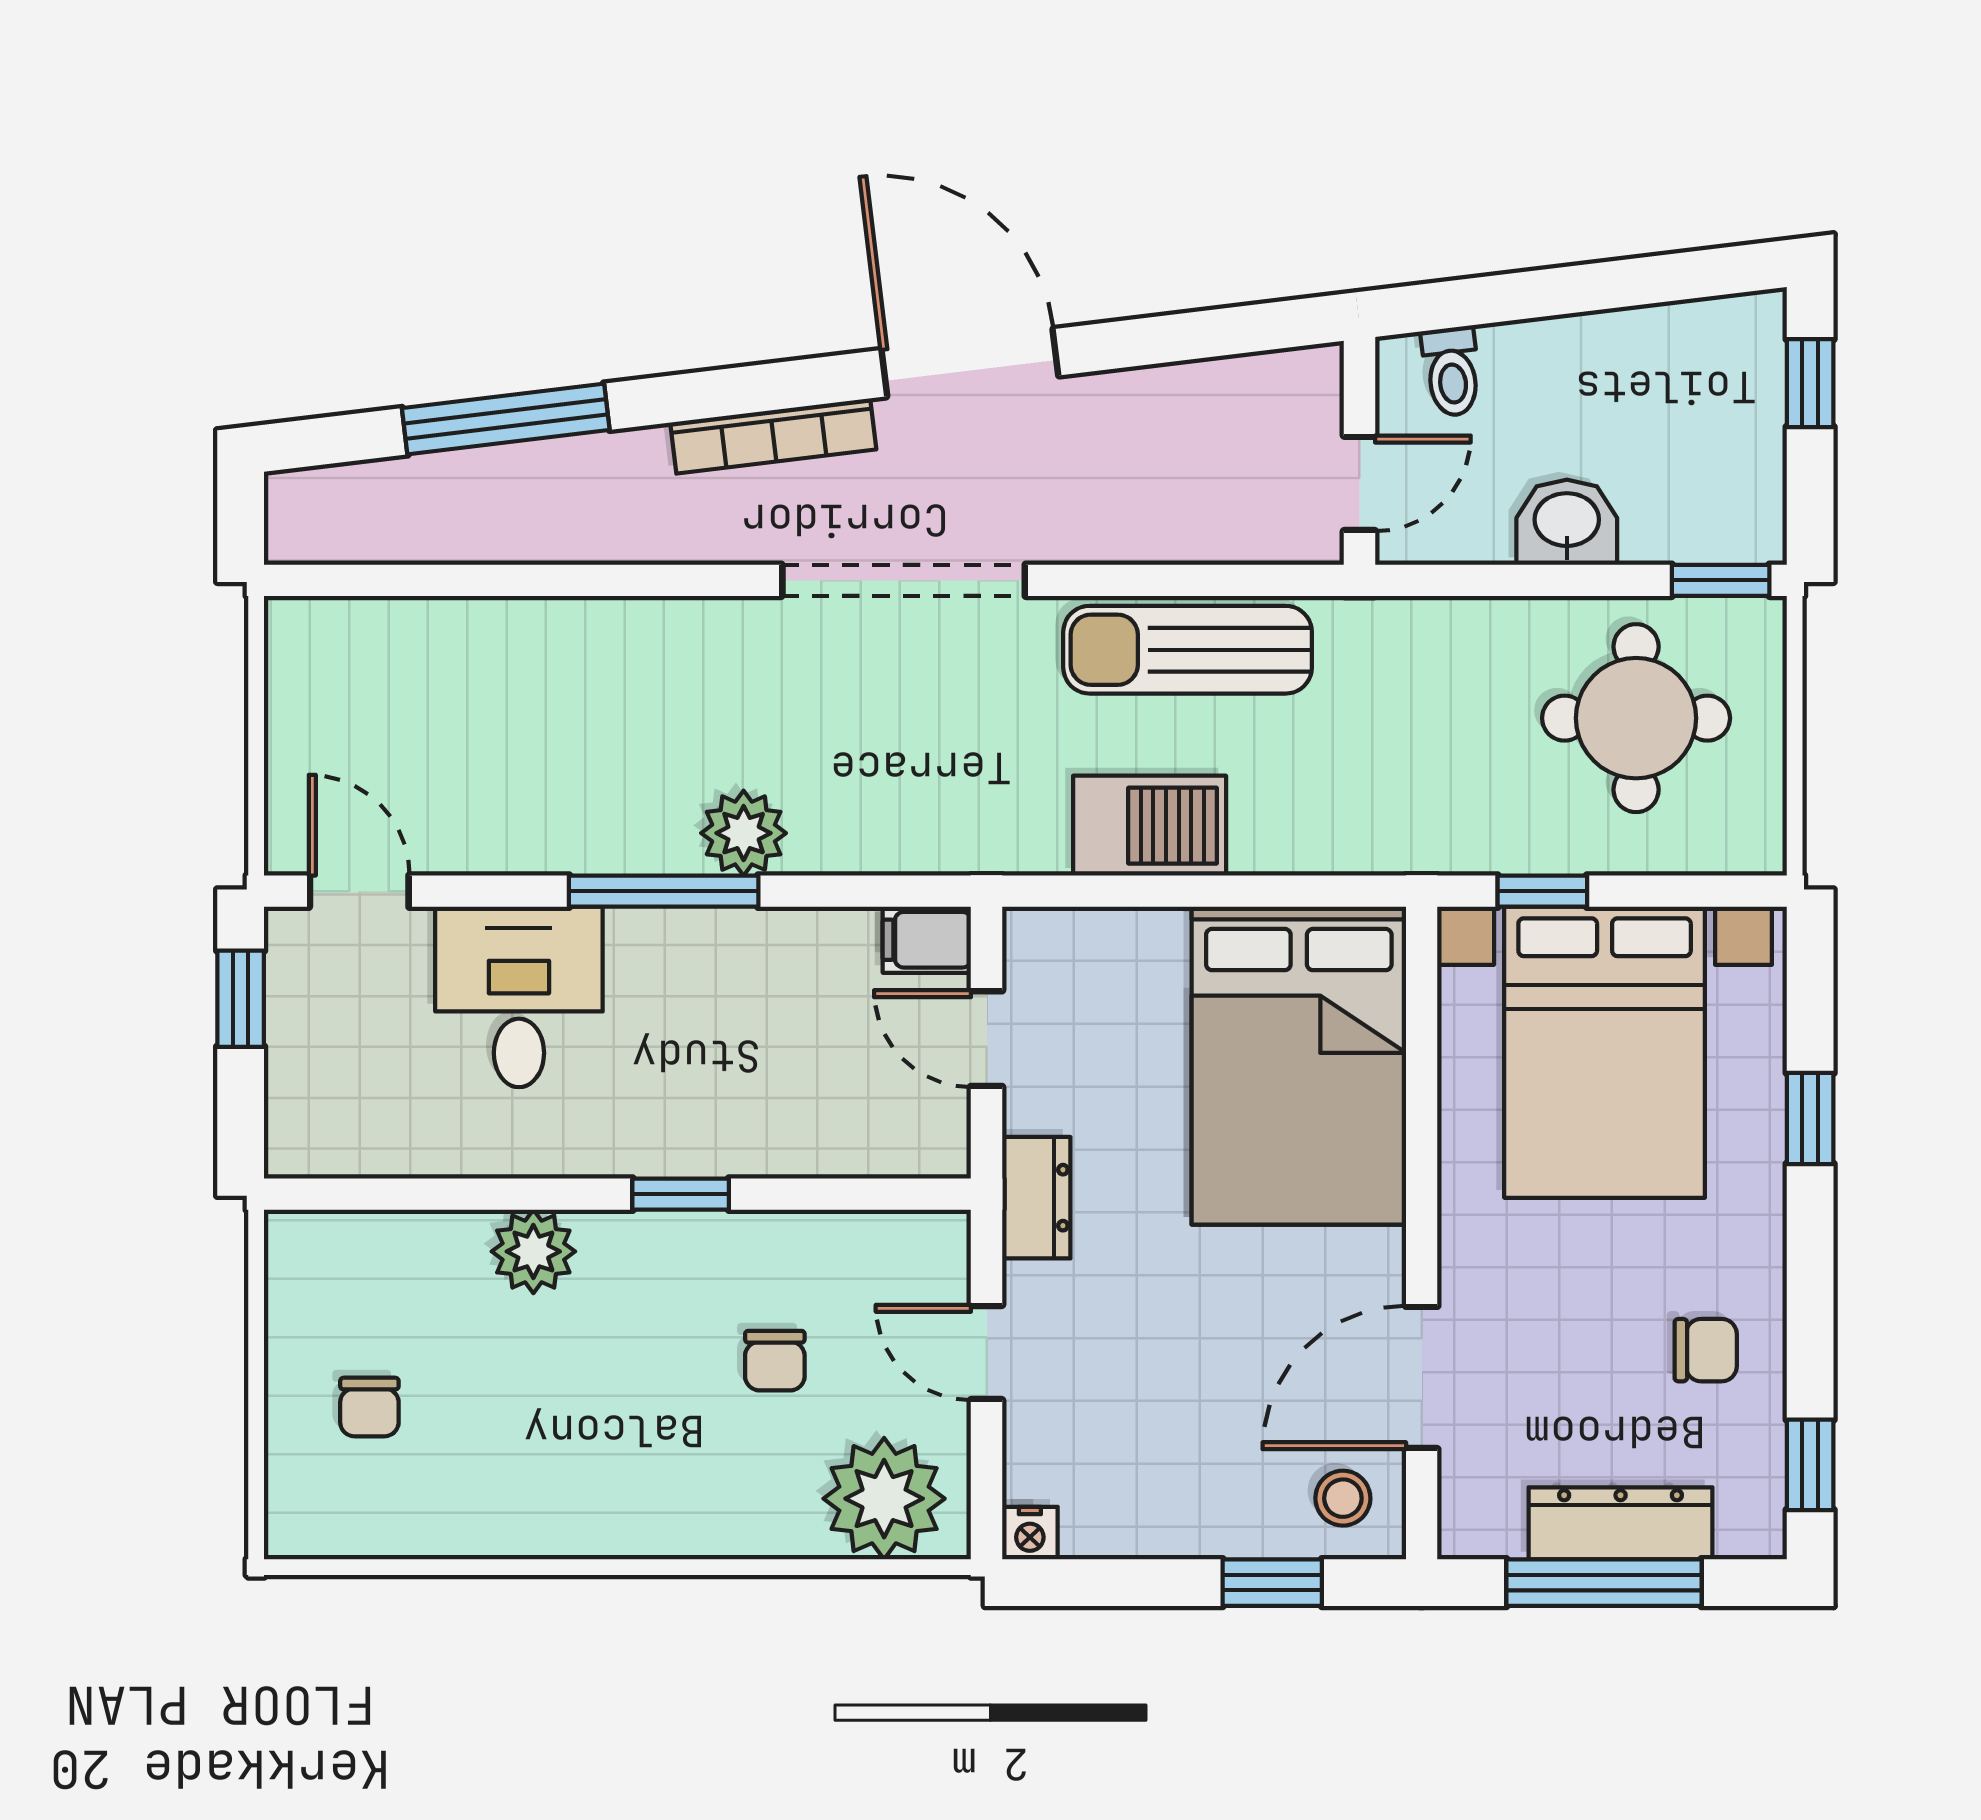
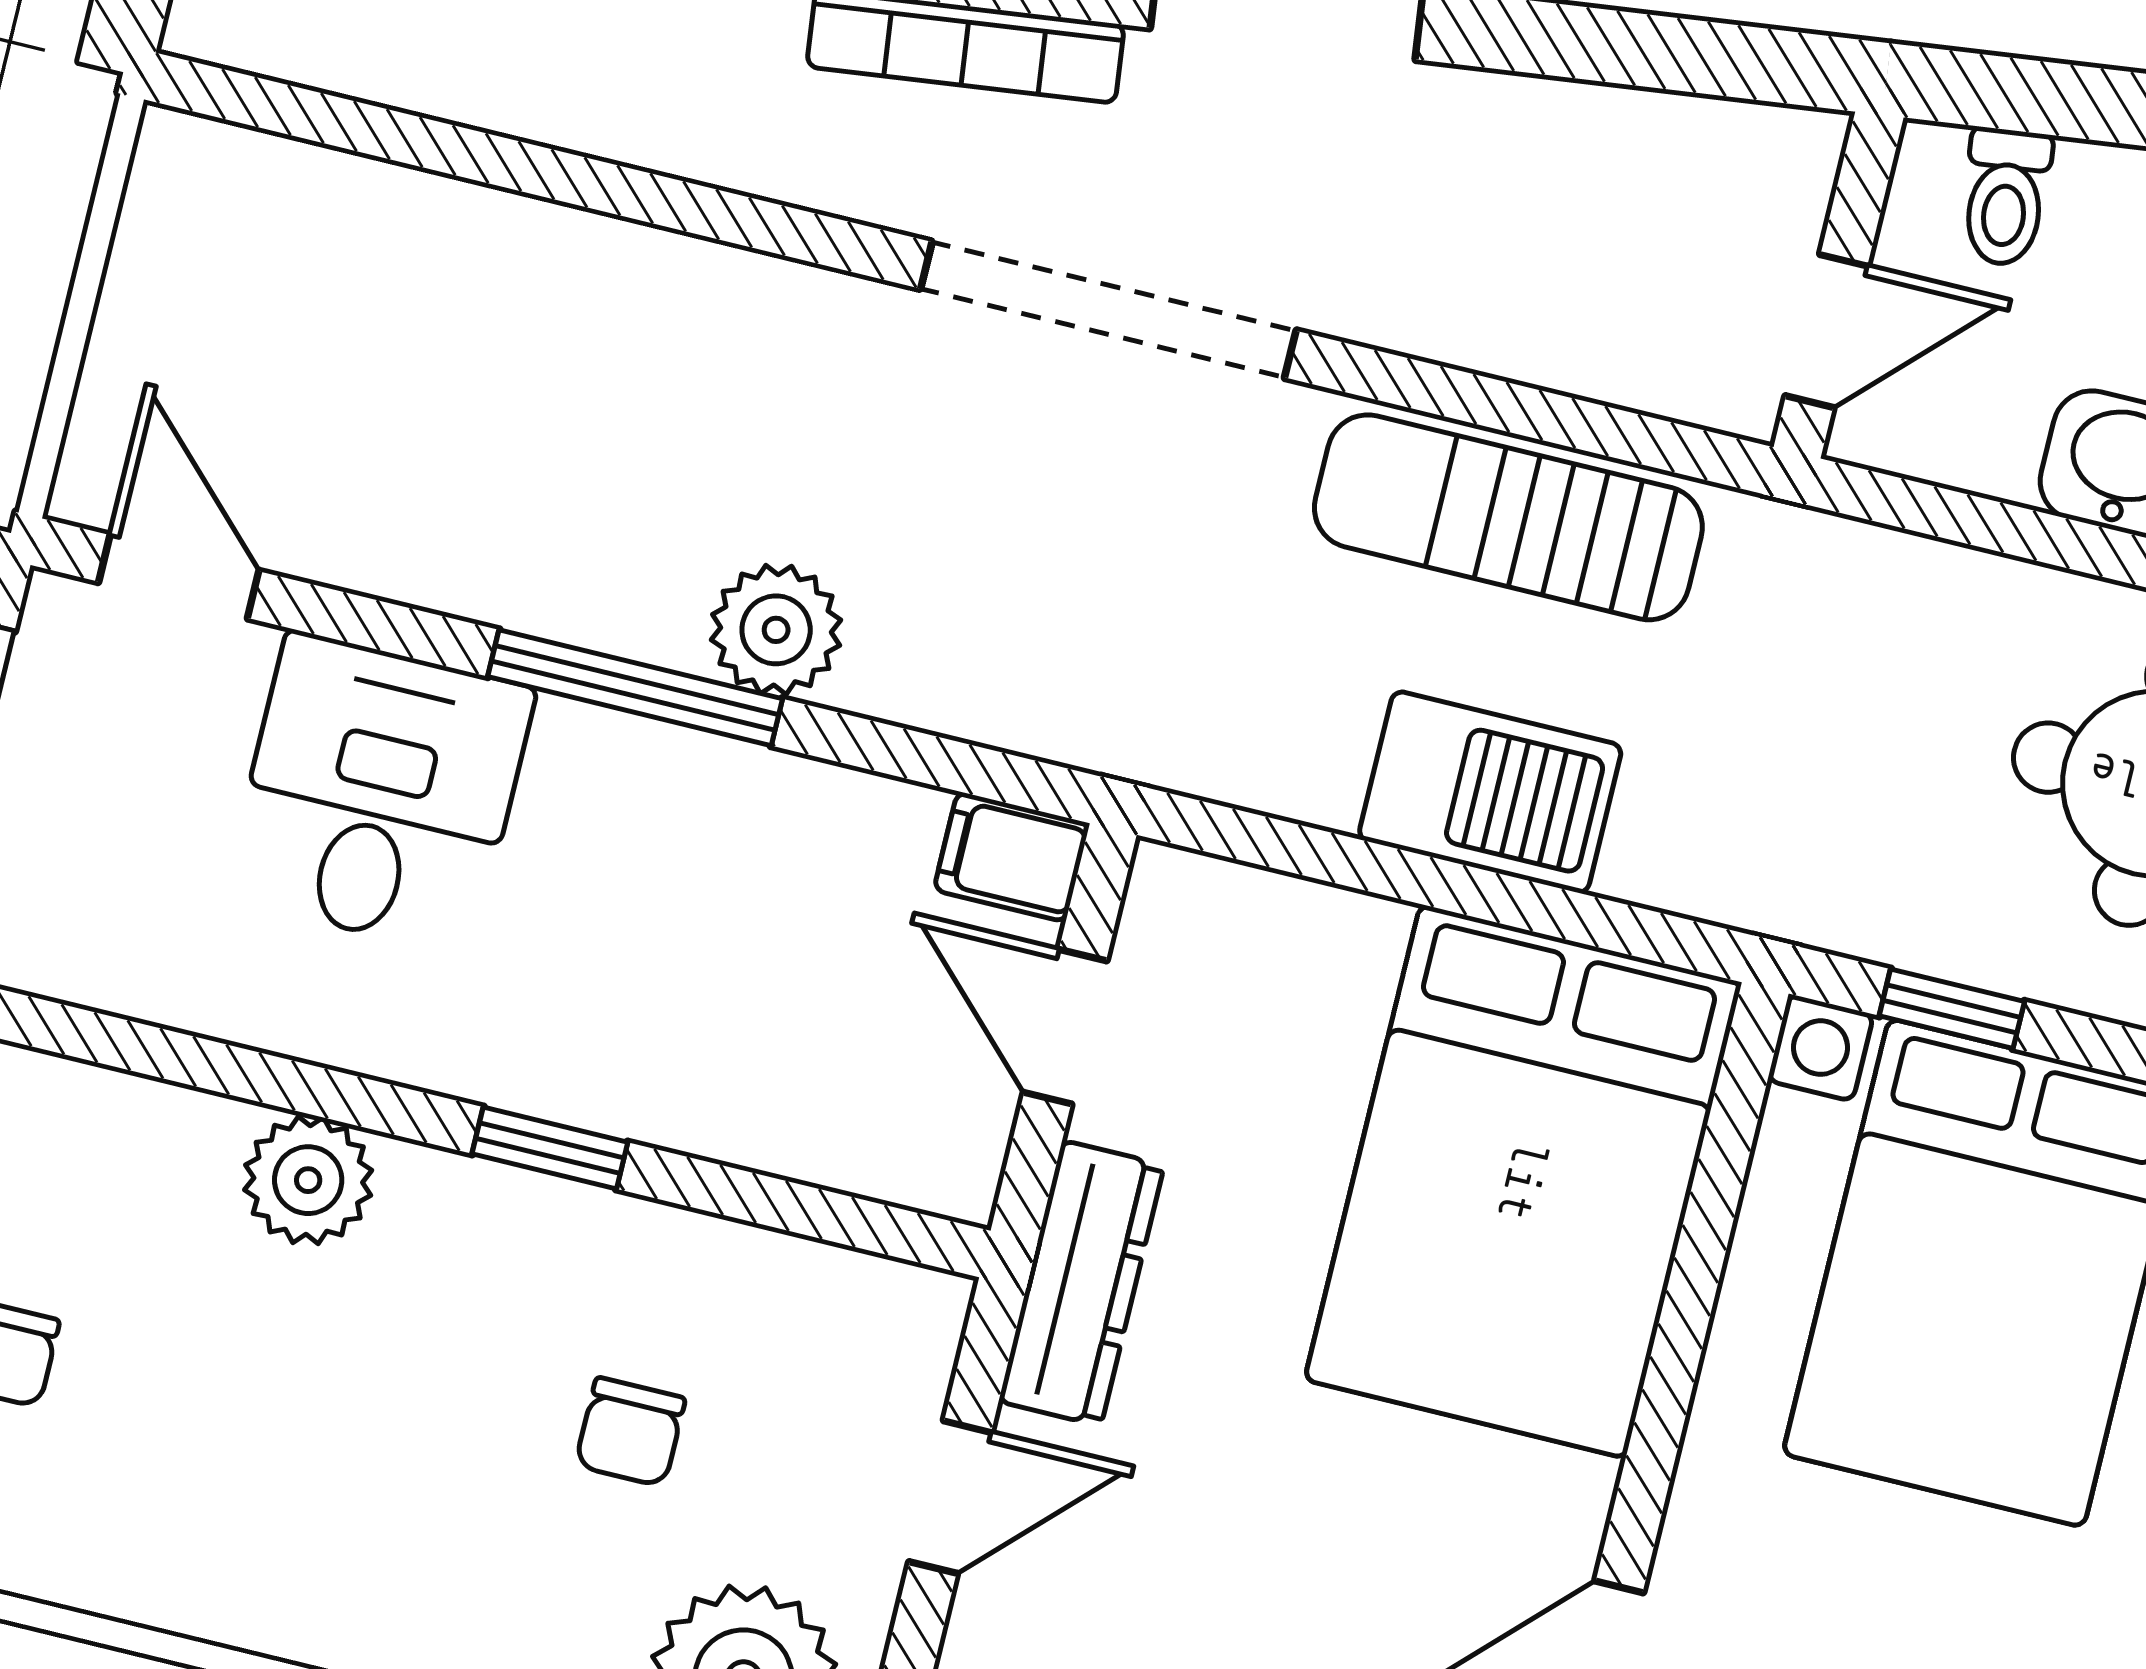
barbecue: (1150, 826) -> (1490, 792), moved
dresser: (1036, 1198) -> (1081, 1283), width x1.44
door: (987, 1352) -> (950, 1497), swing flipped

